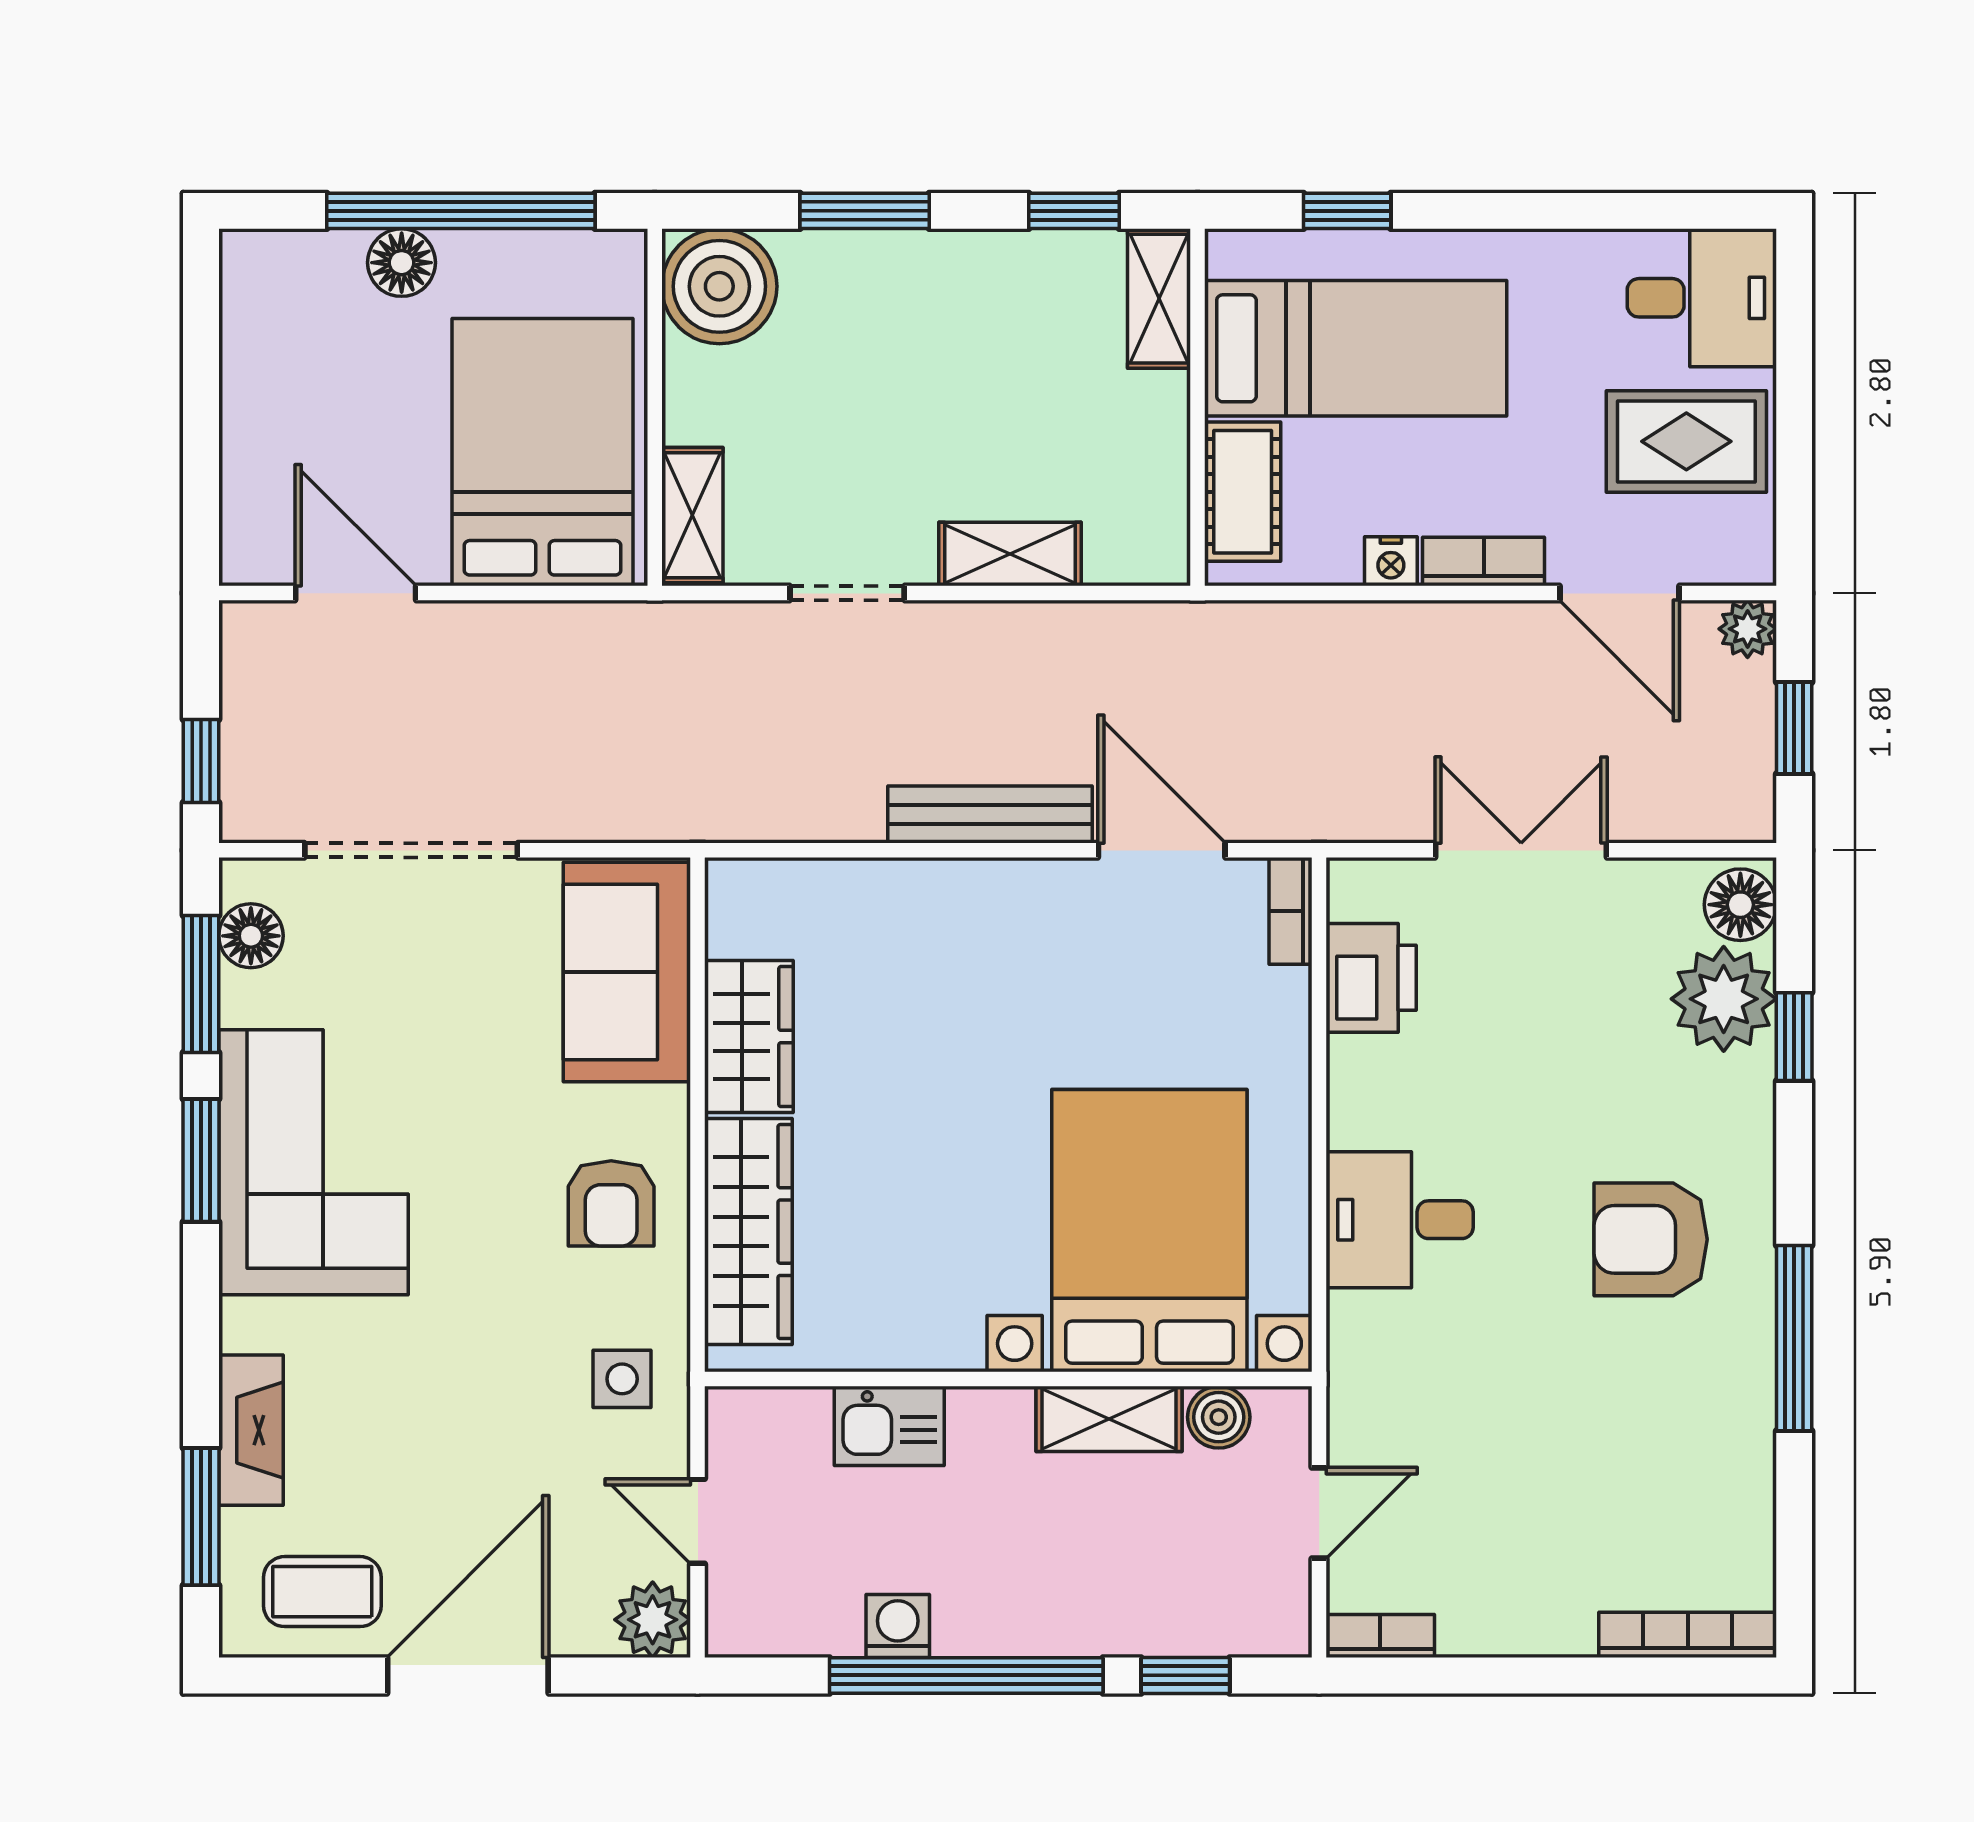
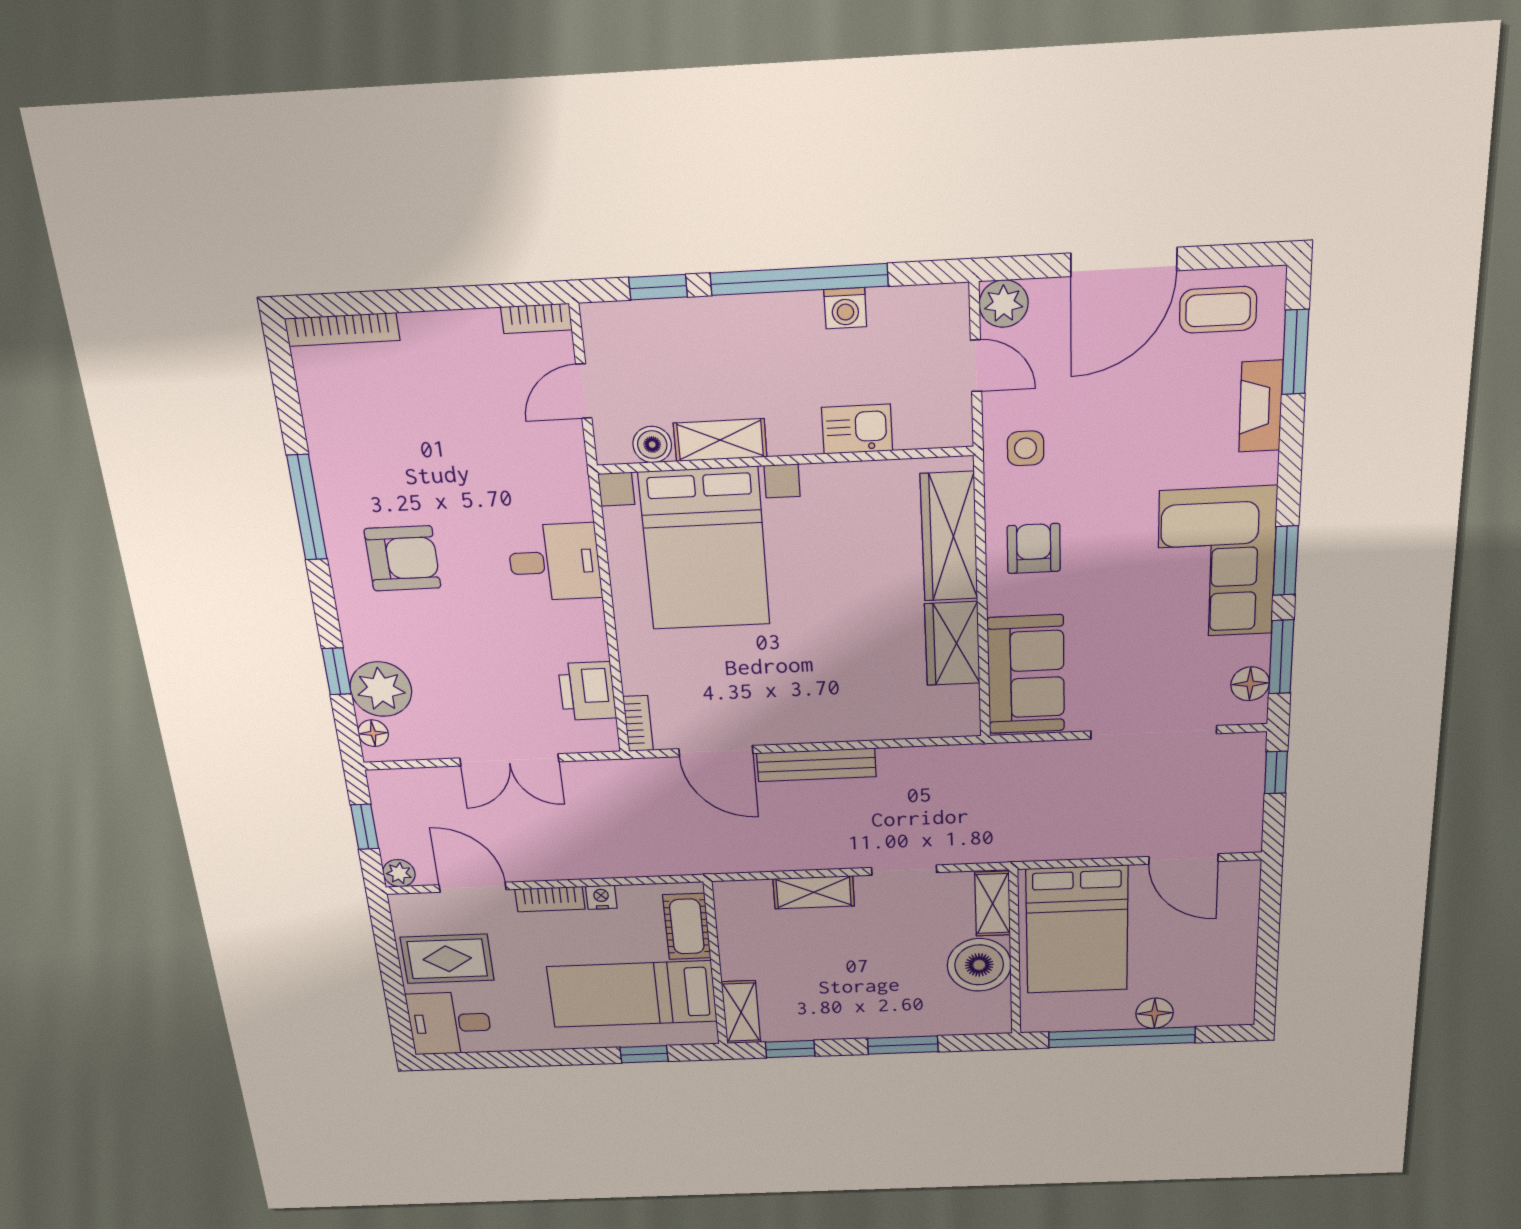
boiler: (719, 286) -> (979, 965), moved
floor lamp: (1740, 905) -> (373, 733), width x0.73, depth x0.73

